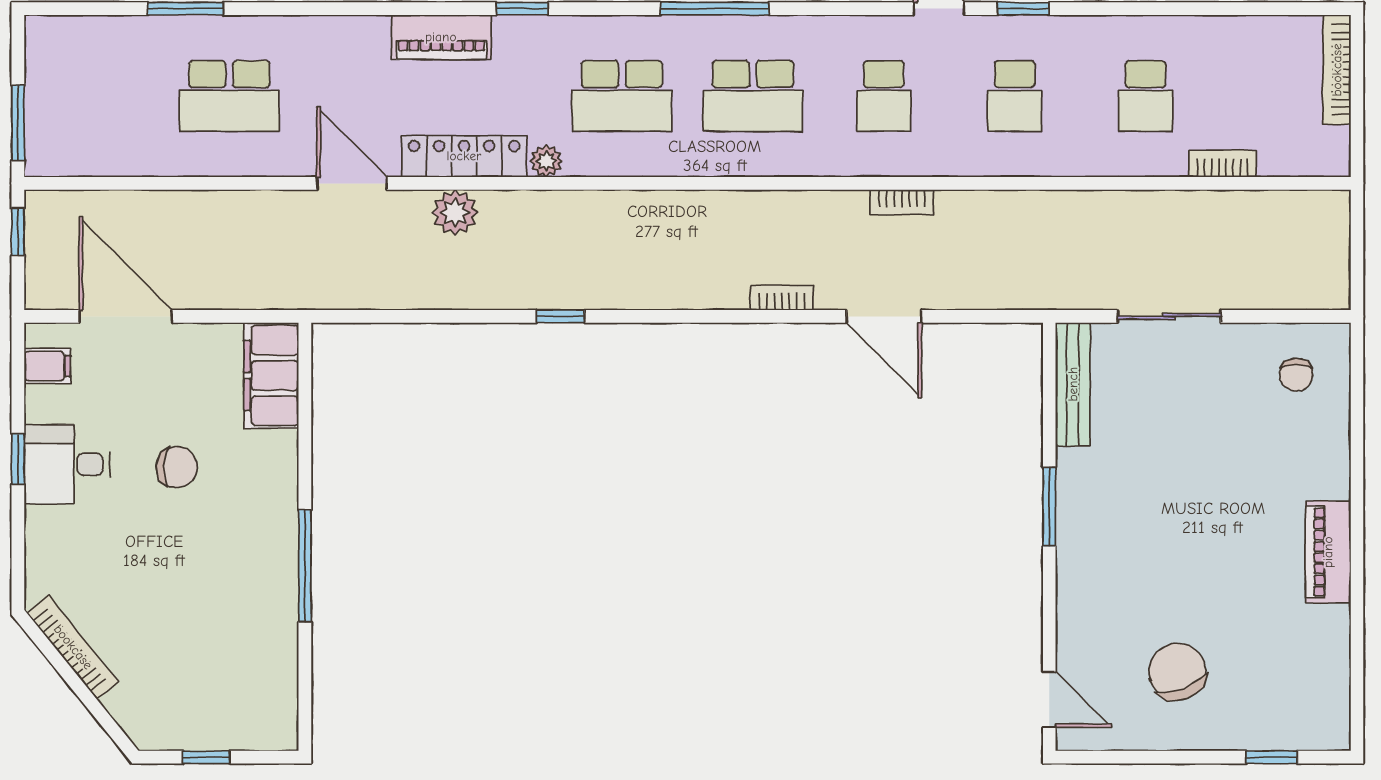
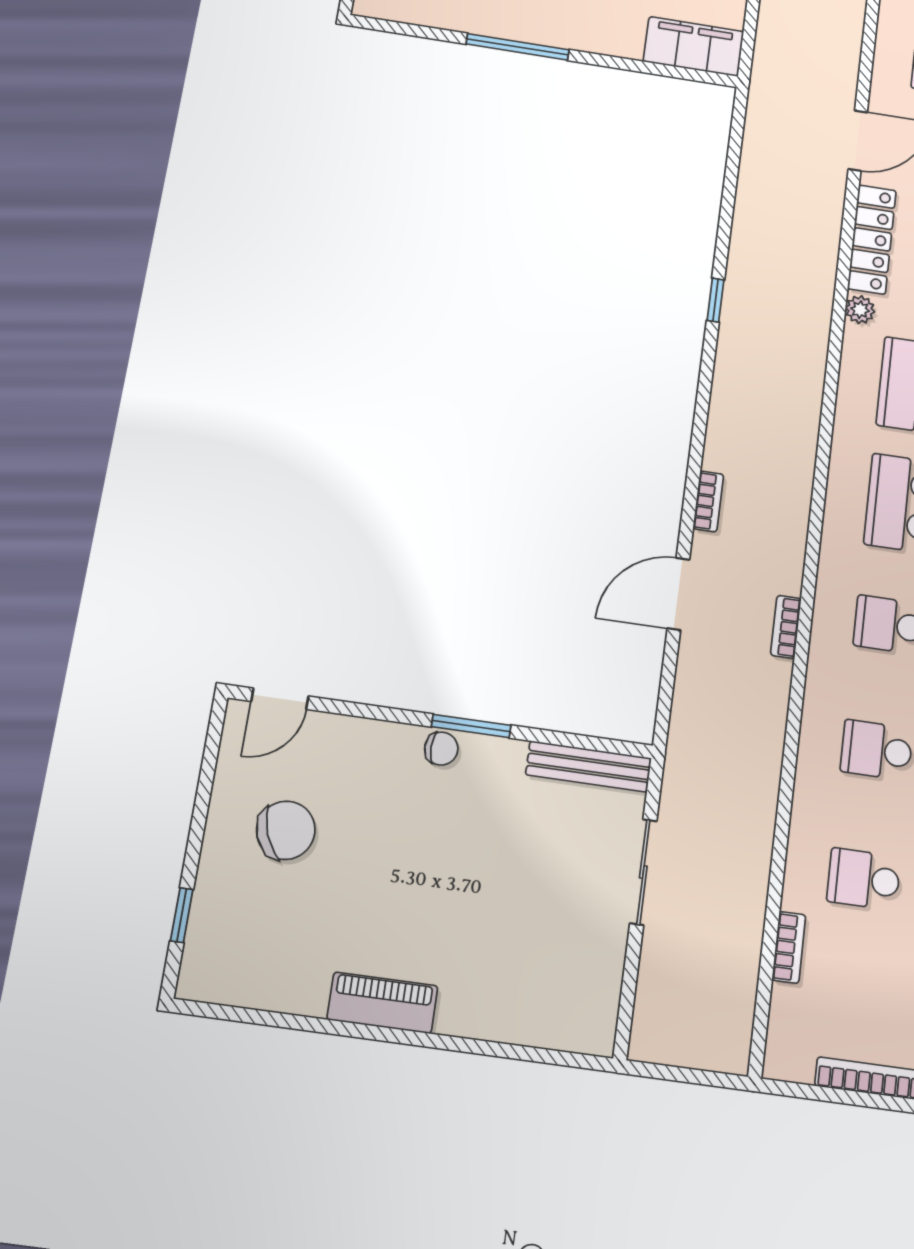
plant: (455, 213) -> (822, 224), removed
chair: (1296, 375) -> (441, 749), moved, turned 180

